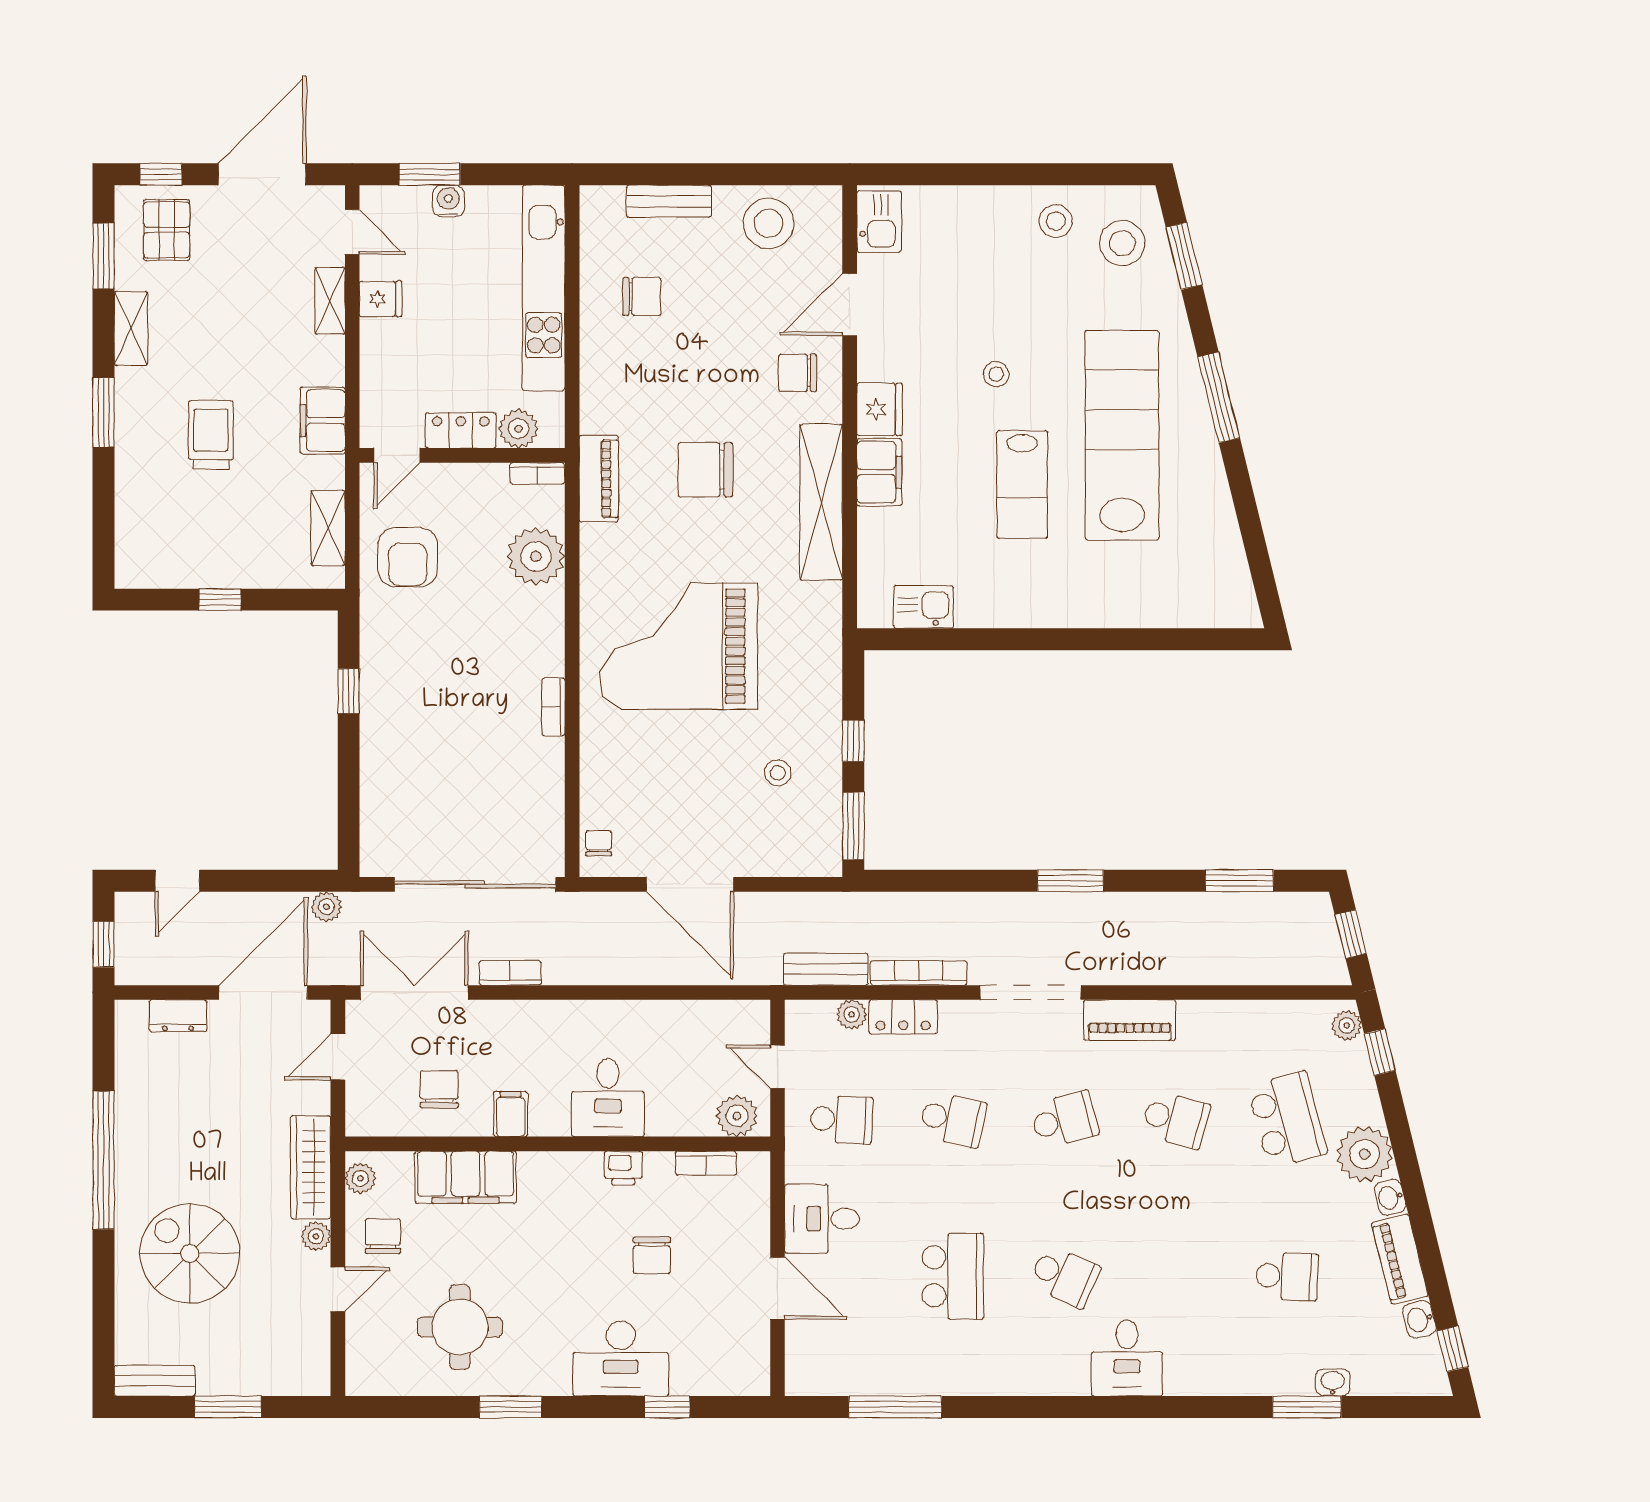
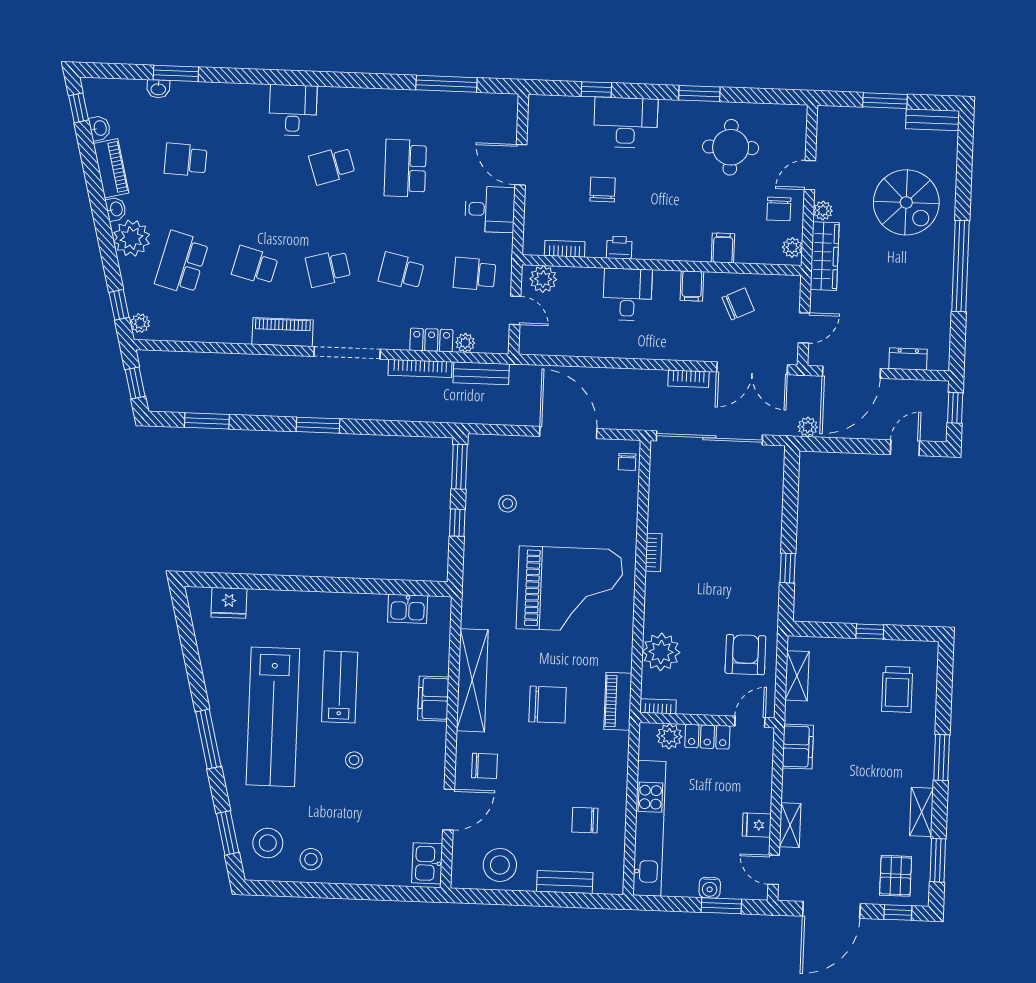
fridge: (880, 409) -> (229, 603), moved, turned -90
trolley: (211, 435) -> (897, 689), moved
chair: (439, 1089) -> (738, 304), turned -115
school desk: (1287, 1120) -> (182, 263), turned 30
filing cabinet: (466, 1177) -> (723, 248), width x0.33, depth x0.86
school desk: (1064, 1276) -> (332, 165), turned -42

